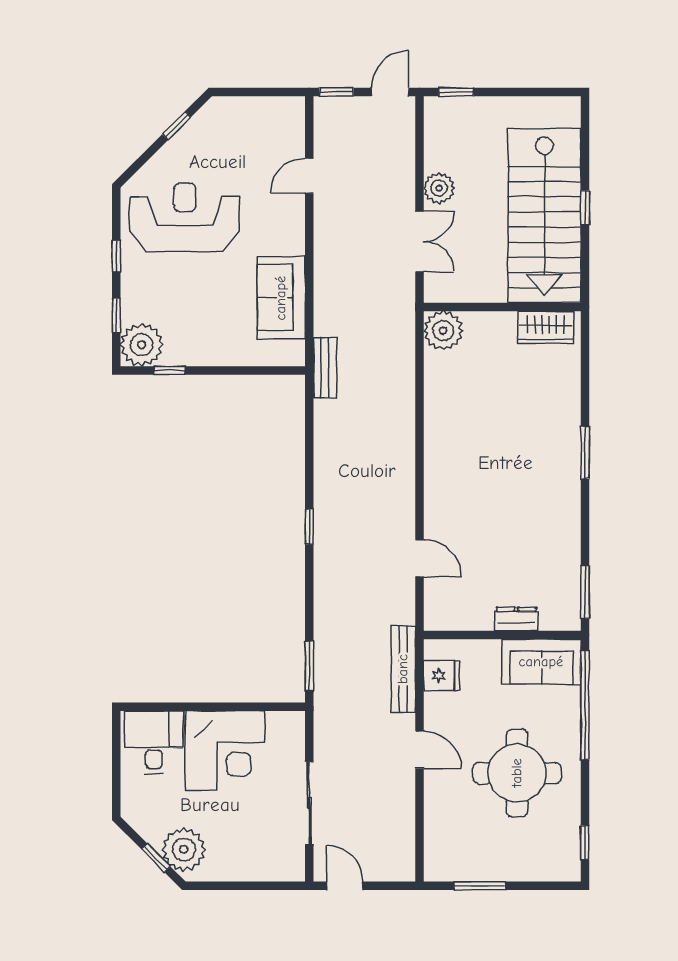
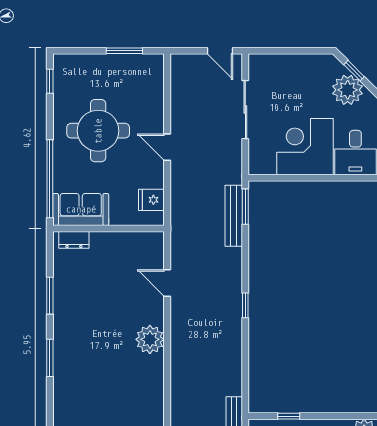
window: (169, 370) -> (289, 416), moved
plant: (444, 479) -> (150, 339), added
window: (585, 592) -> (50, 296), moved
dresser: (516, 619) -> (74, 240), moved
bench: (403, 669) -> (234, 216), moved
plant: (184, 849) -> (348, 90), moved

